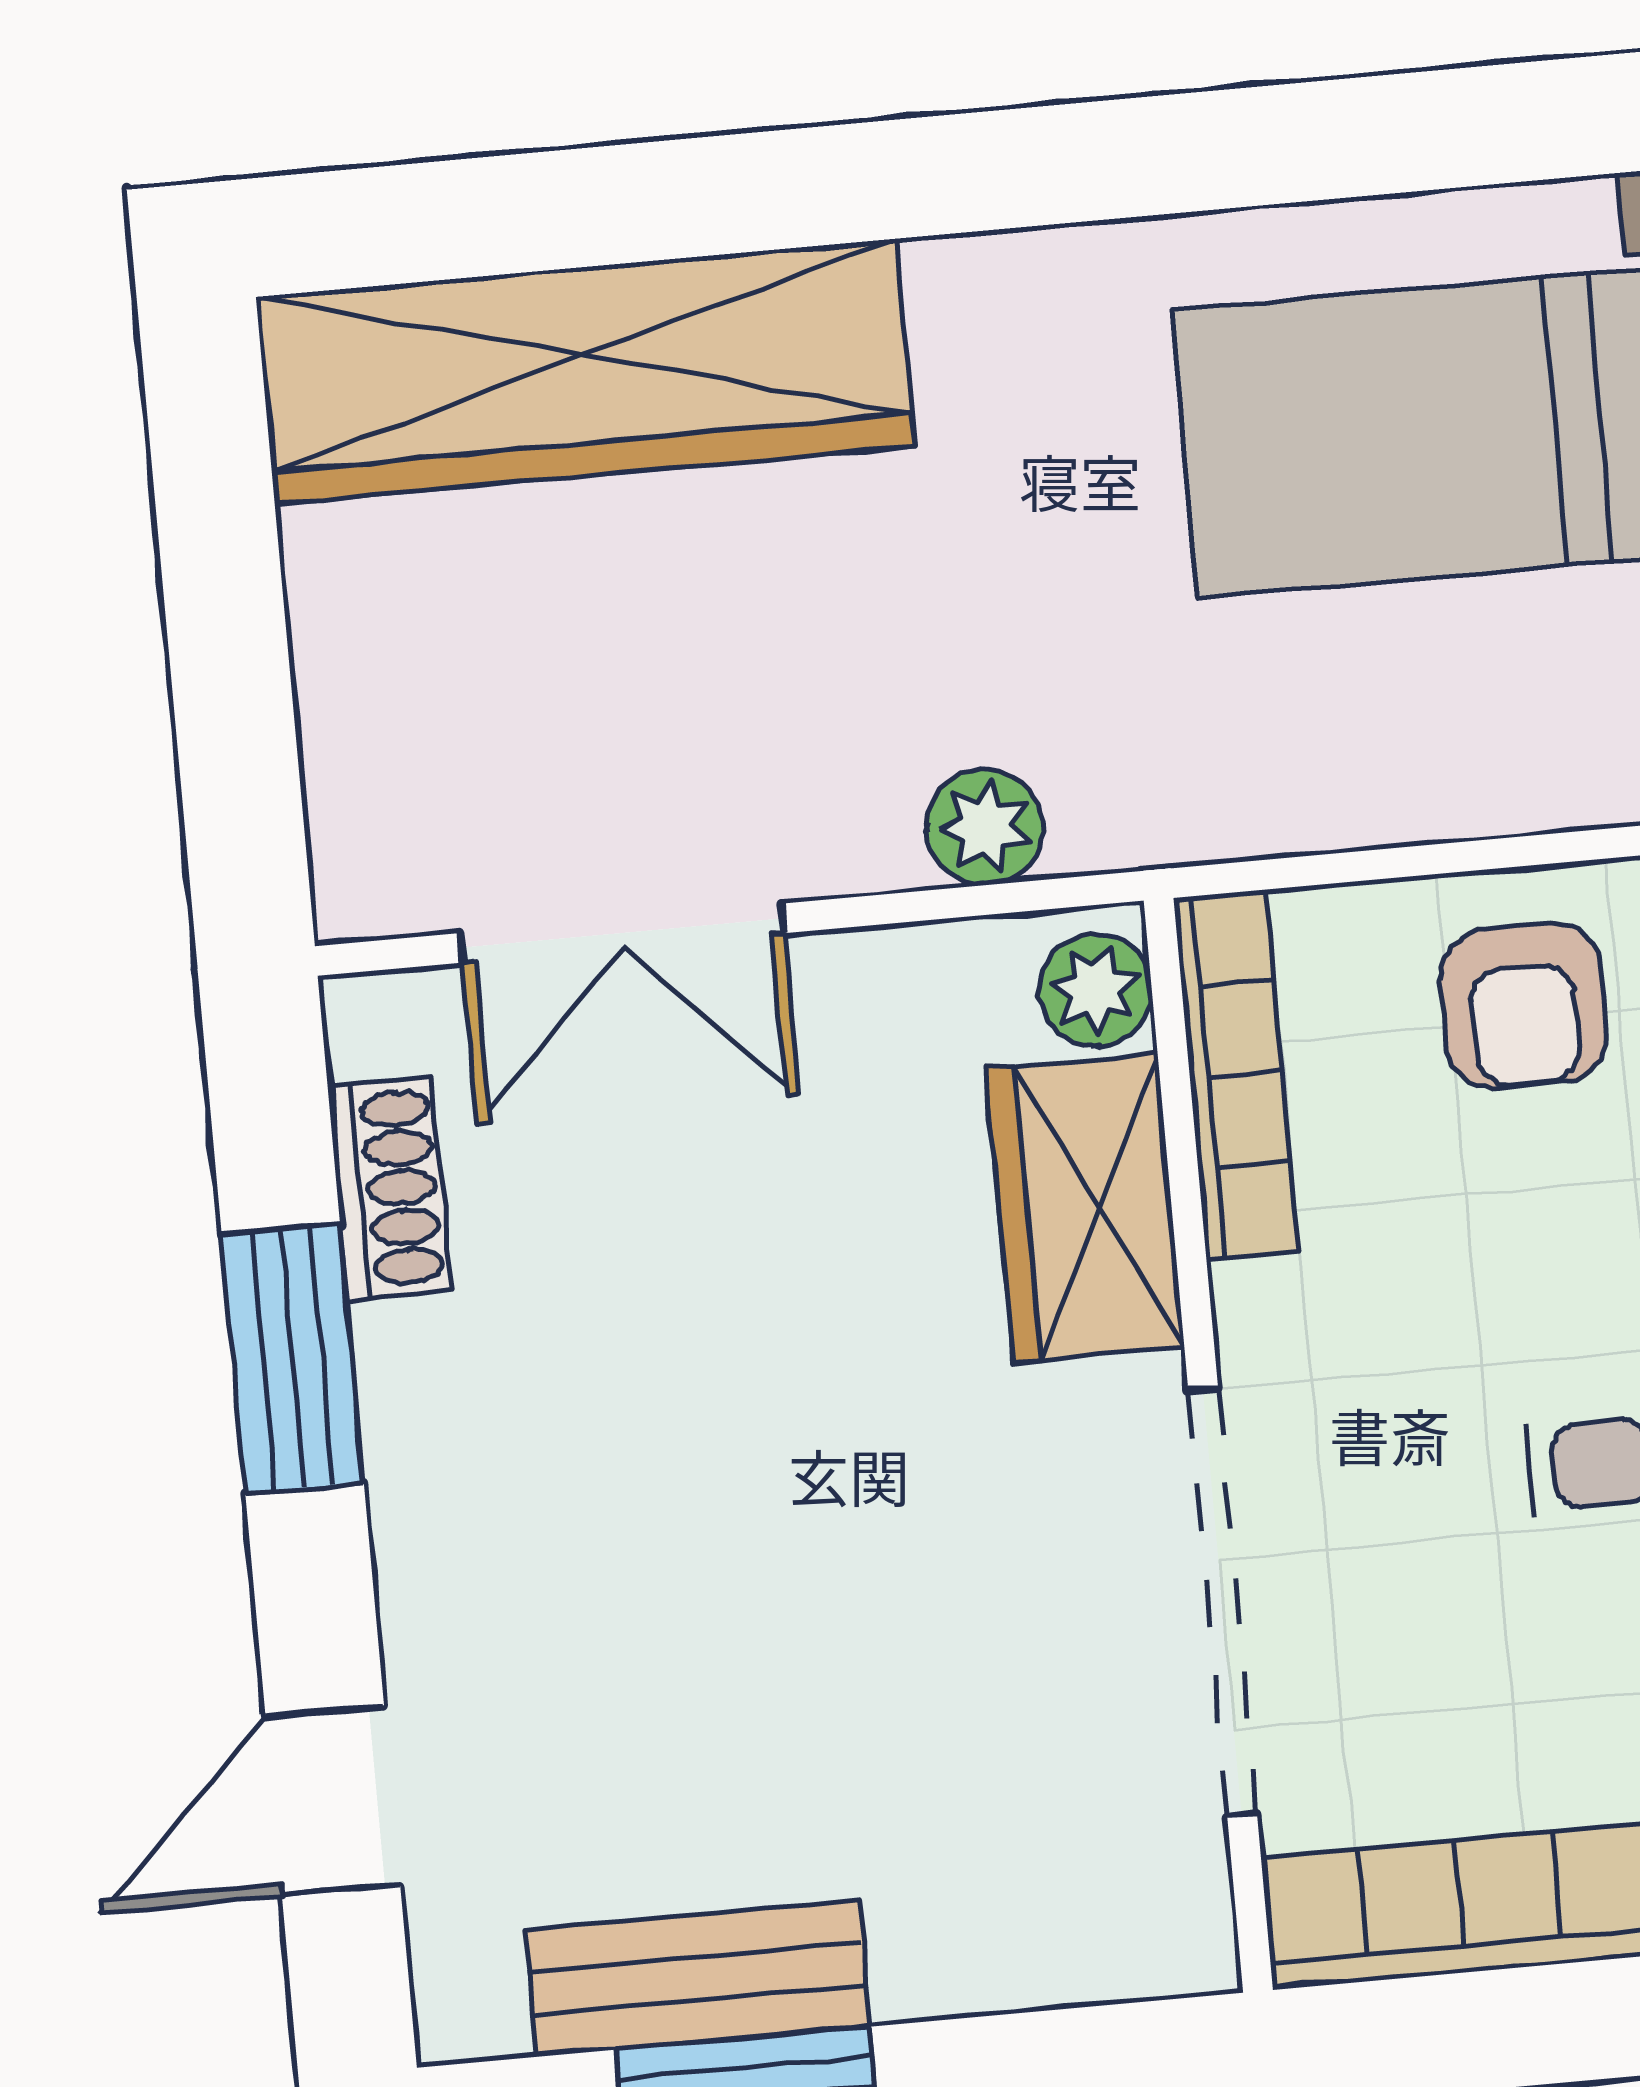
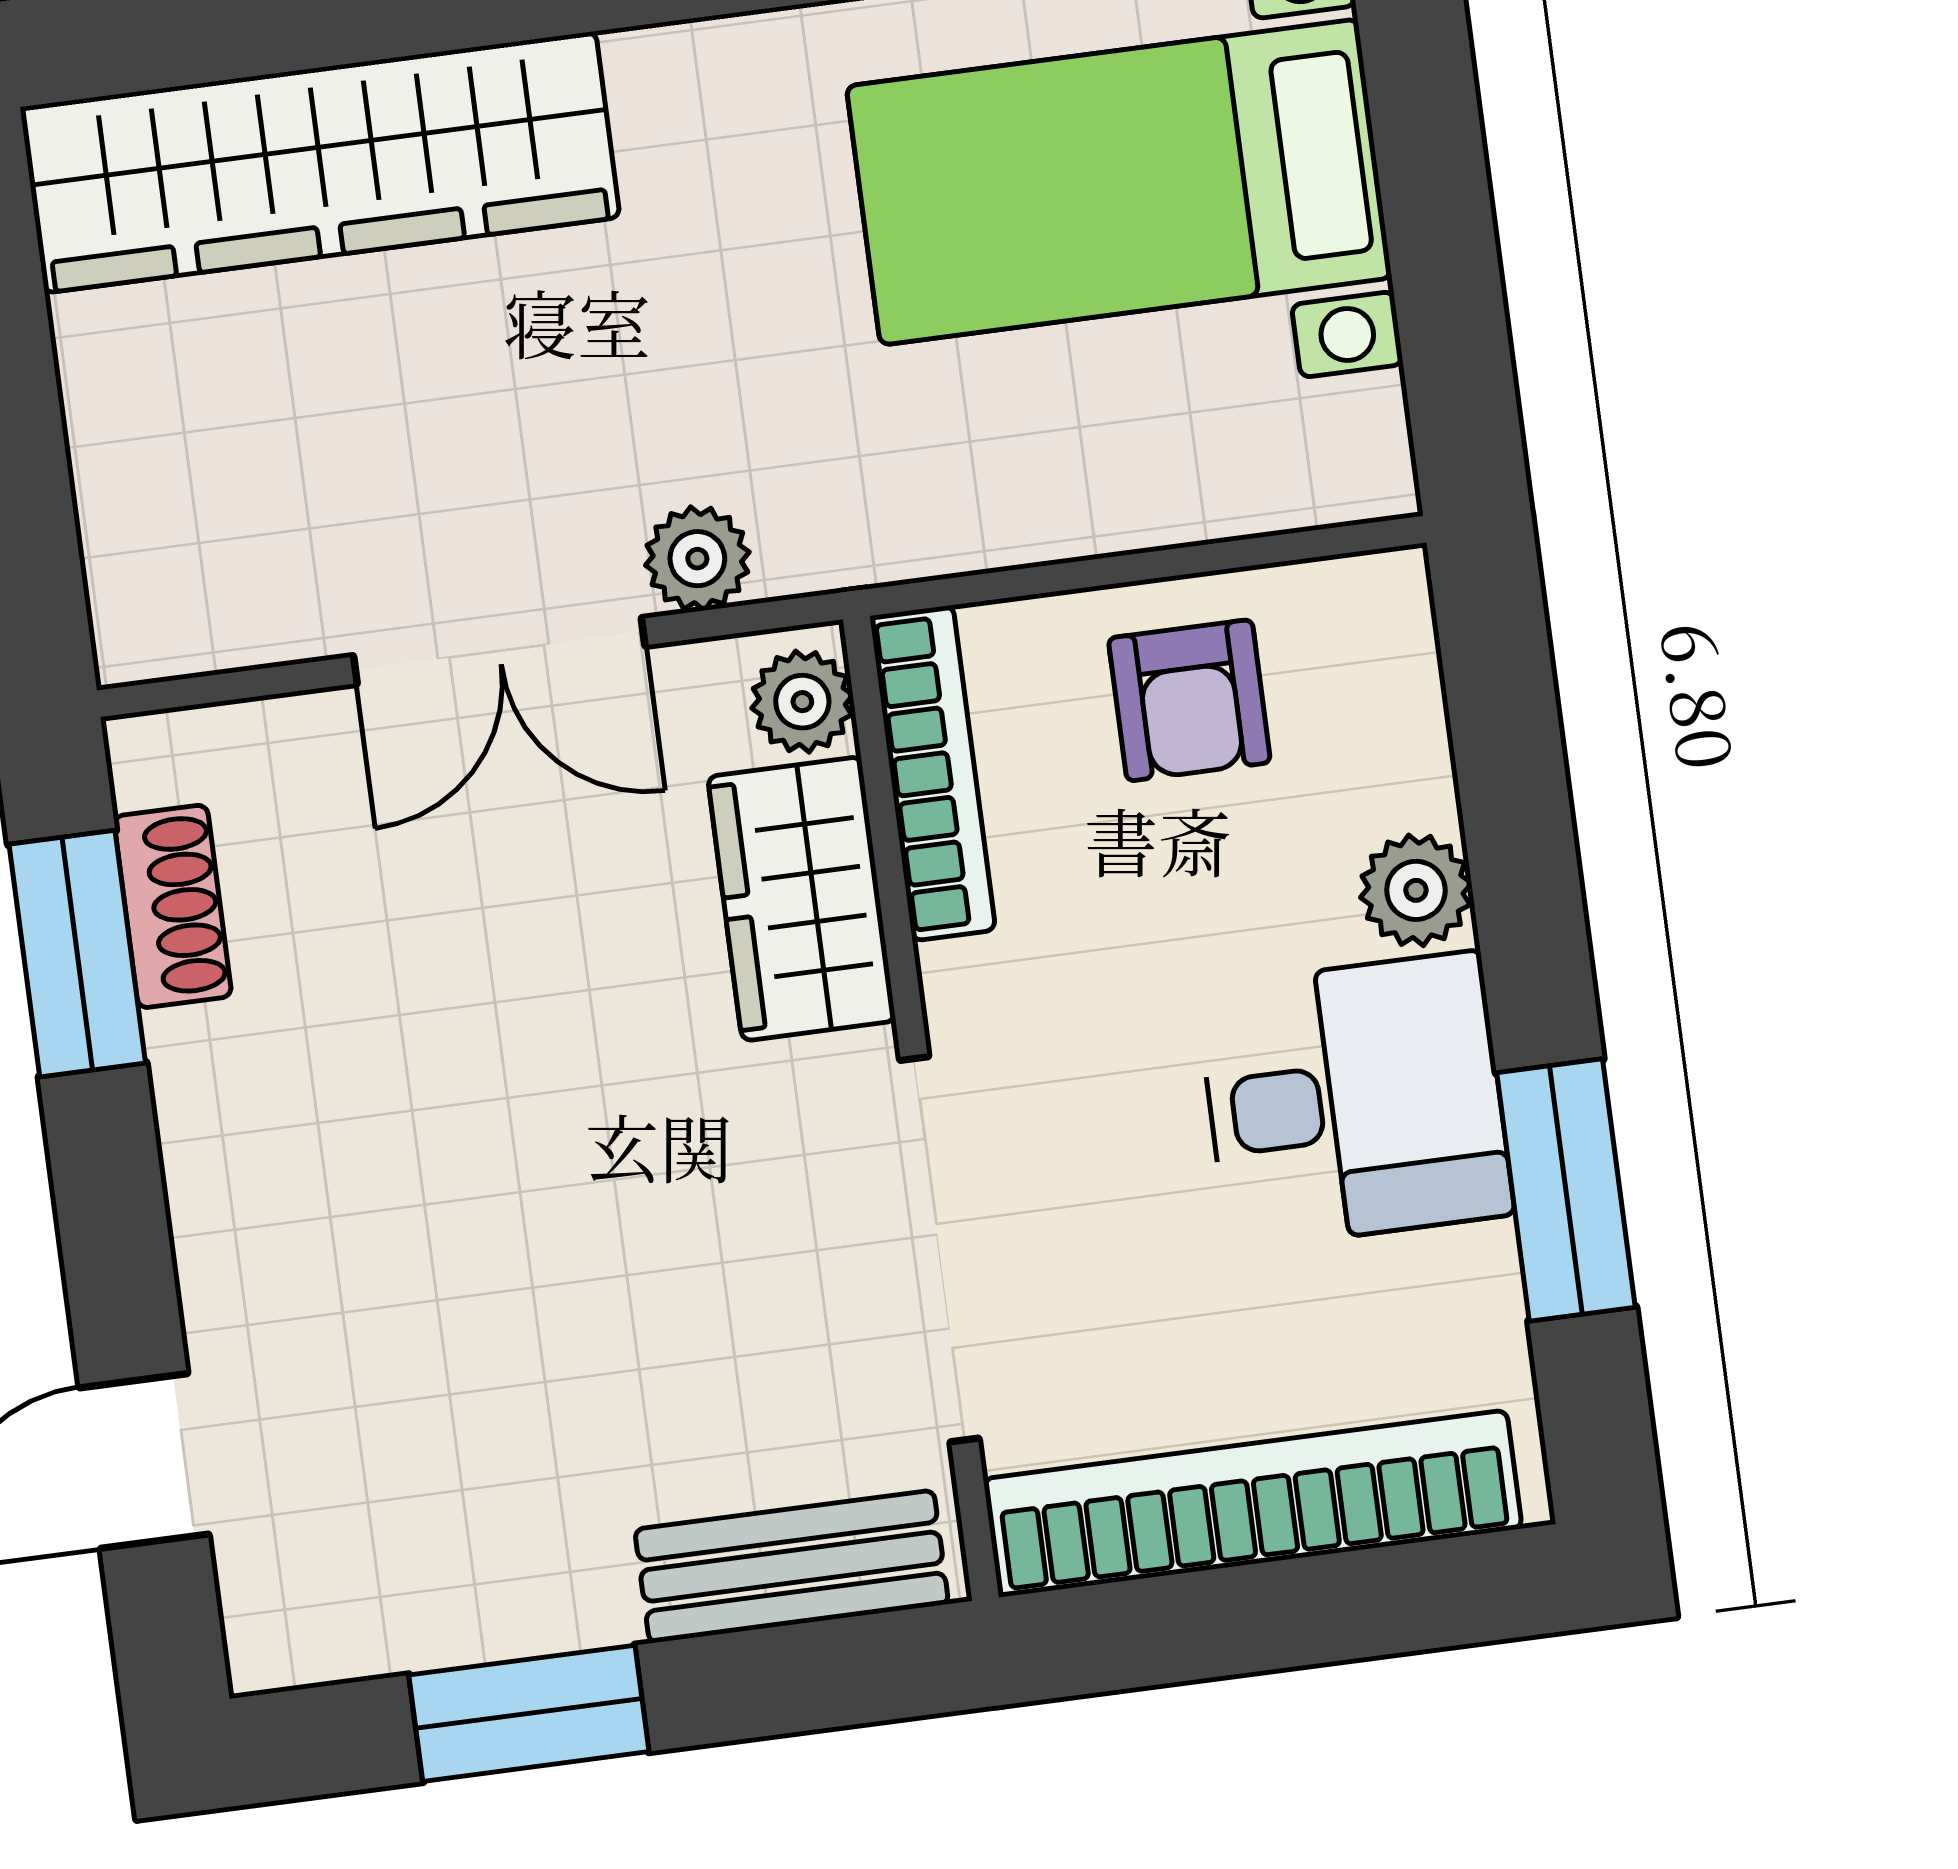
double door: (622, 933) -> (499, 651), moved
window: (293, 1359) -> (77, 954), moved
bench: (698, 1978) -> (792, 1567), moved

